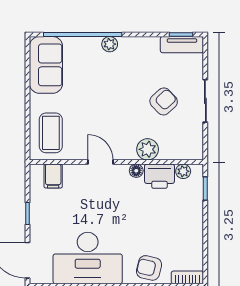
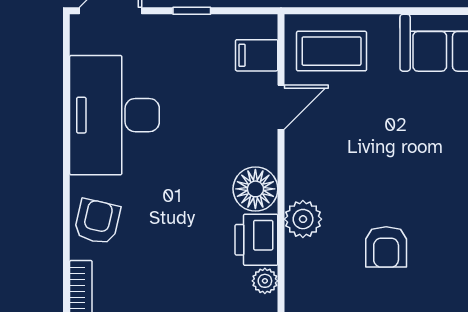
armchair: (164, 101) -> (386, 247), turned 43
door: (101, 162) -> (281, 107), moved
floor lamp: (136, 171) -> (255, 189), width x1.89, depth x1.89

